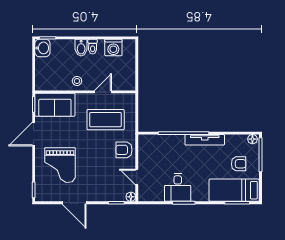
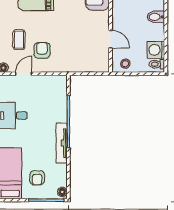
toilet: (93, 47) -> (157, 64), moved
stool: (77, 81) -> (125, 64), moved
coffee table: (106, 120) -> (19, 40), moved, width x0.54, depth x0.58
armchair: (124, 150) -> (42, 50), moved

